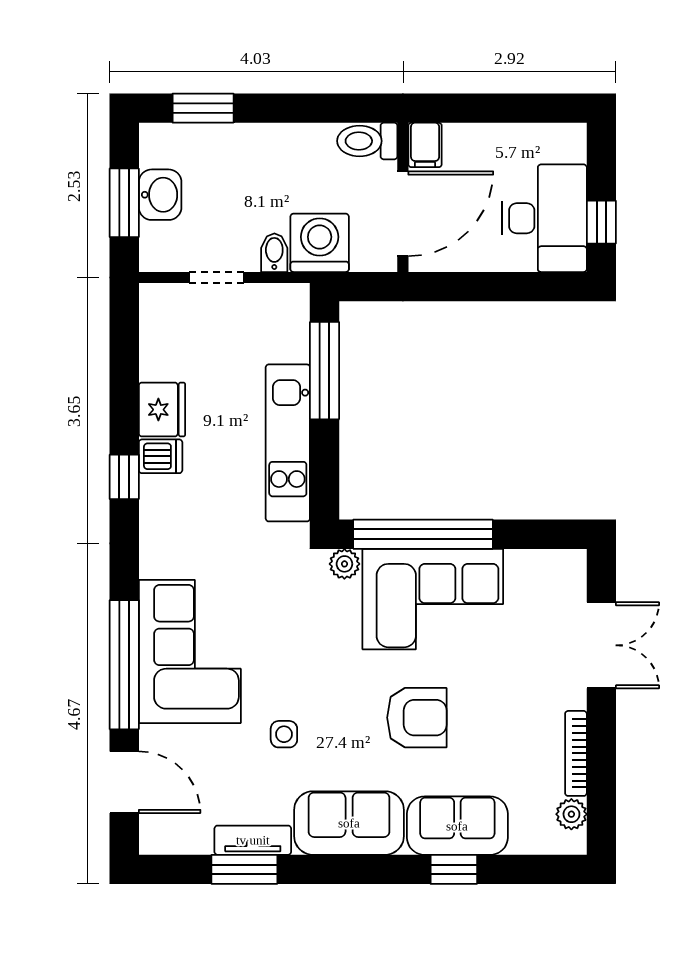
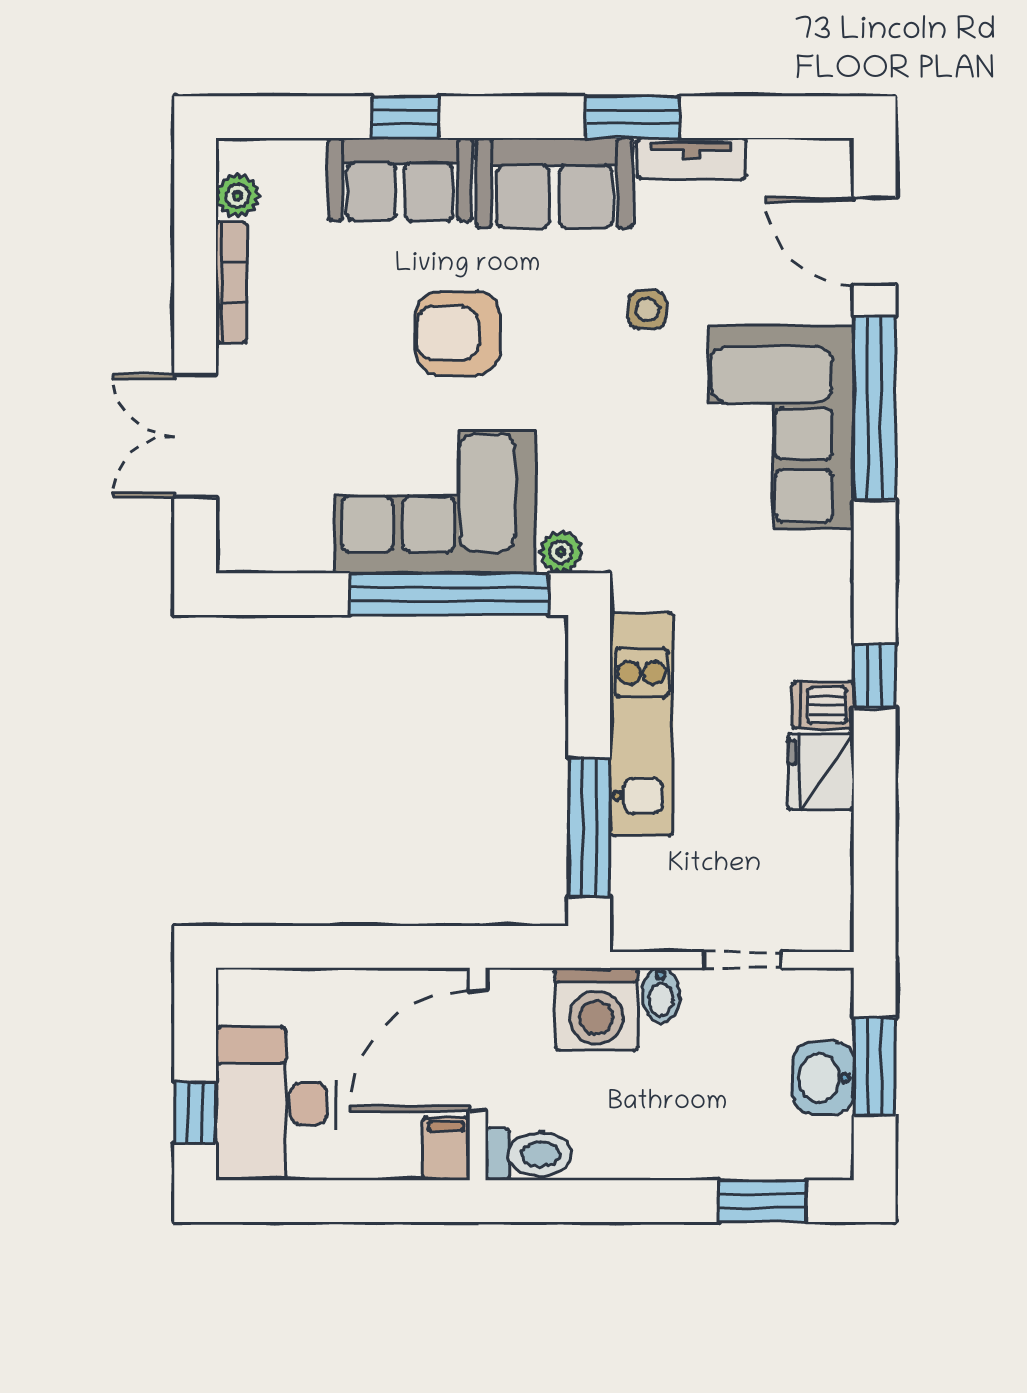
desk: (545, 218) -> (276, 1104), moved
window: (601, 222) -> (195, 1113), moved
window: (244, 869) -> (633, 117), moved

